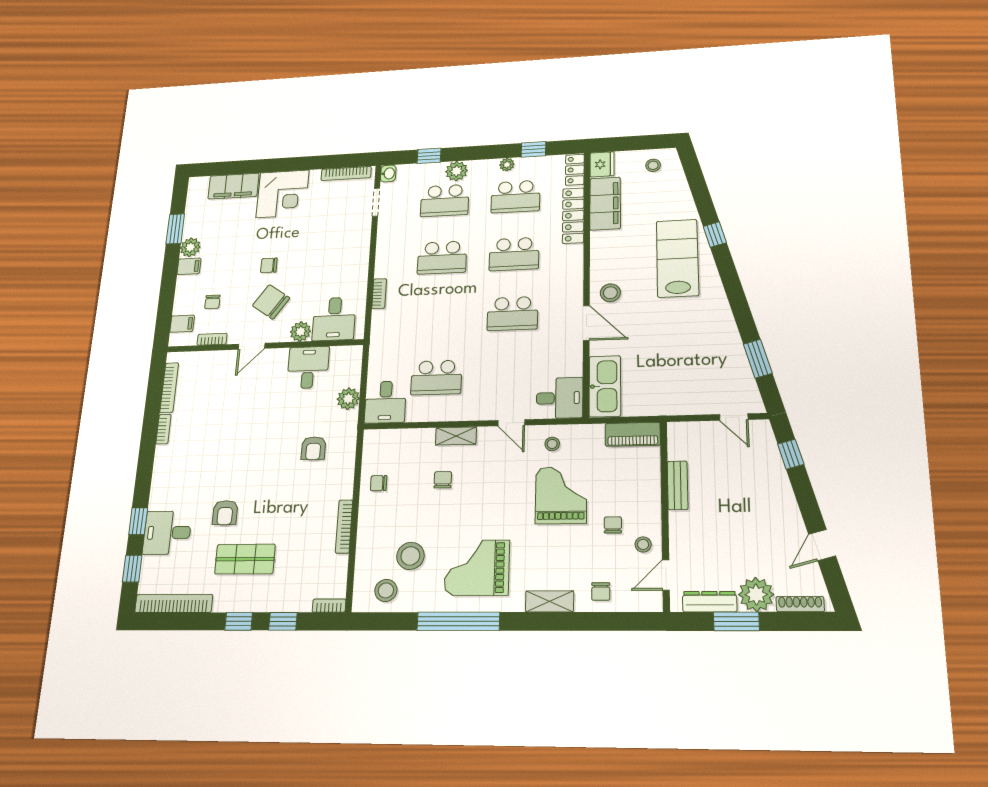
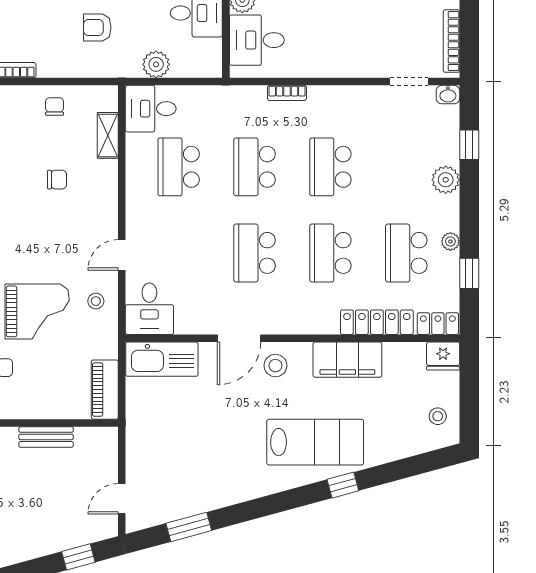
school desk: (445, 201) -> (255, 167), moved
filing cabinet: (605, 204) -> (347, 360), moved
shelving: (456, 436) -> (108, 135), moved

